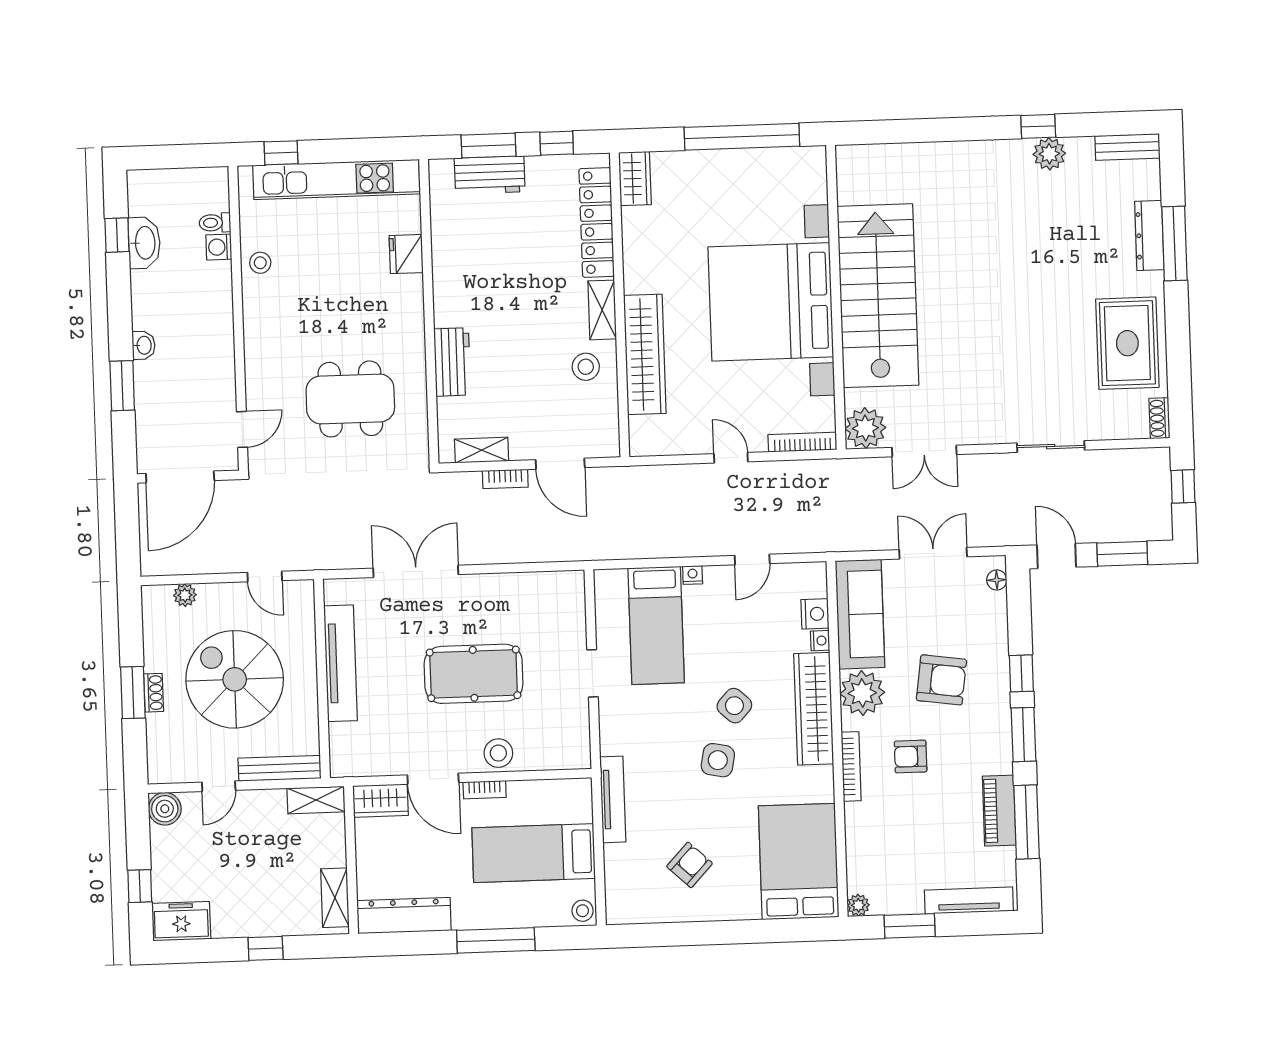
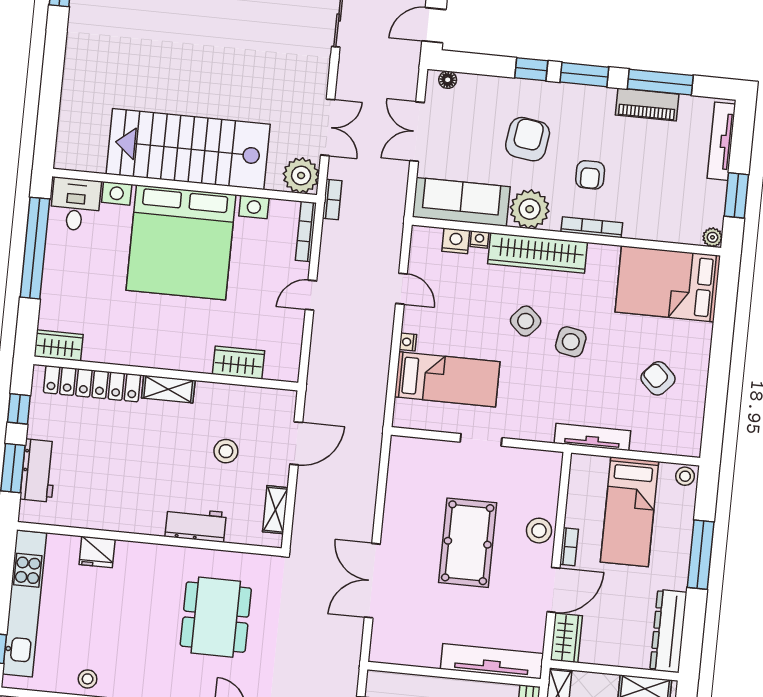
desk: (798, 176) -> (75, 204), added
wardrobe: (645, 354) -> (239, 363), width x0.48, depth x0.85
stool: (586, 367) -> (226, 451), moved
bookcase: (505, 479) -> (332, 200), moved
tv unit: (341, 663) -> (492, 661), moved

